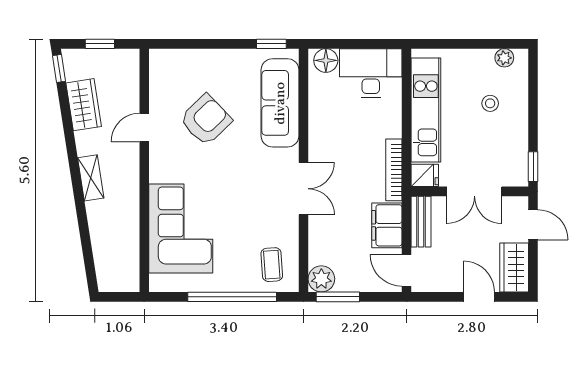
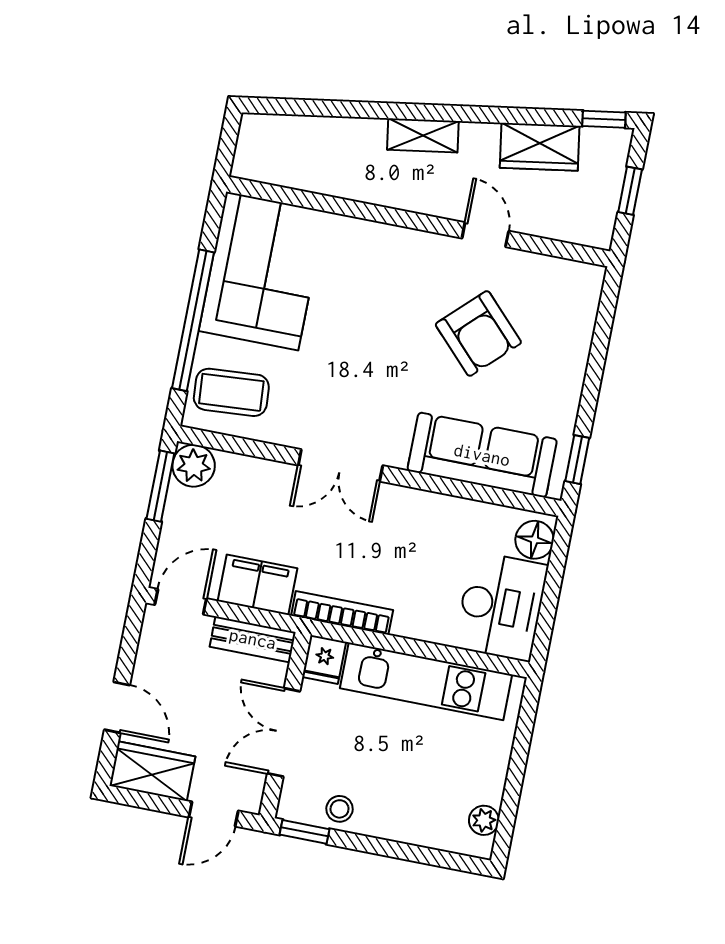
stool: (490, 103) -> (340, 809), moved
corner sofa: (181, 228) -> (262, 271), moved, turned -90
coffee table: (272, 265) -> (231, 392), width x1.36, depth x1.30
door: (479, 297) -> (117, 707), hinge flipped

